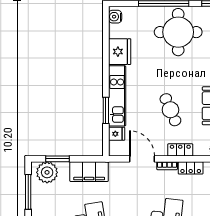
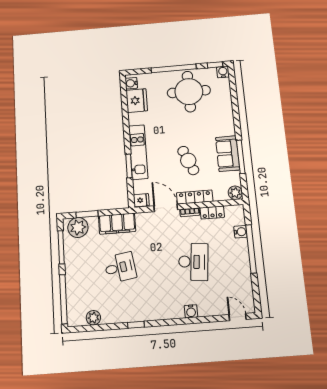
fridge: (120, 52) -> (137, 100), moved
fridge: (117, 134) -> (141, 200), moved
locker: (180, 150) -> (195, 197), width x1.53

